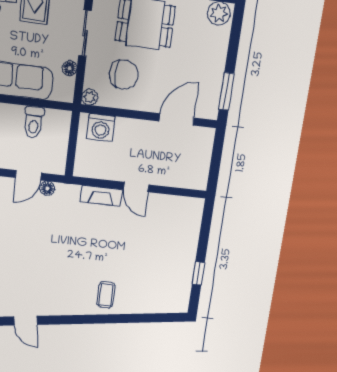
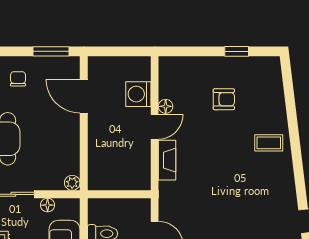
chair: (124, 75) -> (18, 79), moved, width x0.54, depth x0.54
washing machine: (101, 127) -> (138, 94), moved, turned 180
floor lamp: (47, 188) -> (166, 106), moved
armchair: (154, 257) -> (224, 99), added

